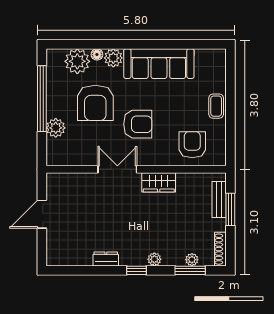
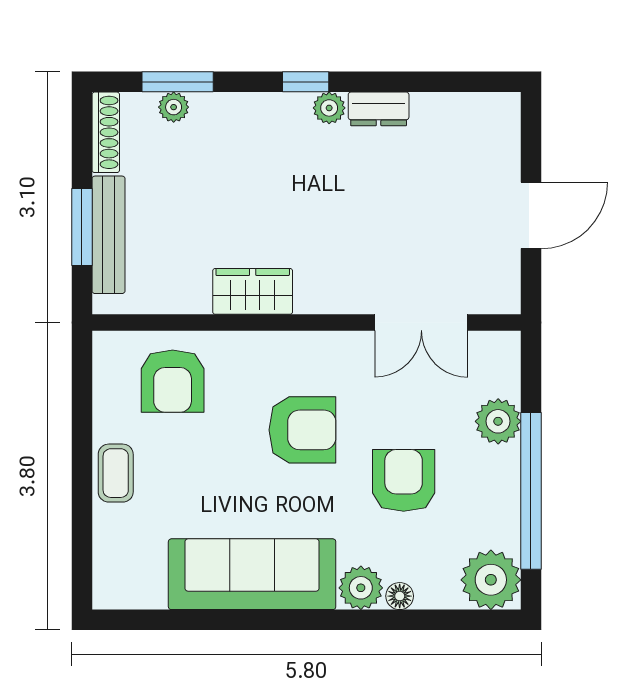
plant: (77, 61) -> (491, 580), moved
armchair: (95, 103) -> (404, 480), width x0.73, depth x0.73
armchair: (138, 124) -> (302, 430), turned 180
double door: (117, 169) -> (421, 323), moved
bench: (219, 200) -> (108, 235), width x1.36
plant: (154, 259) -> (329, 108), moved

